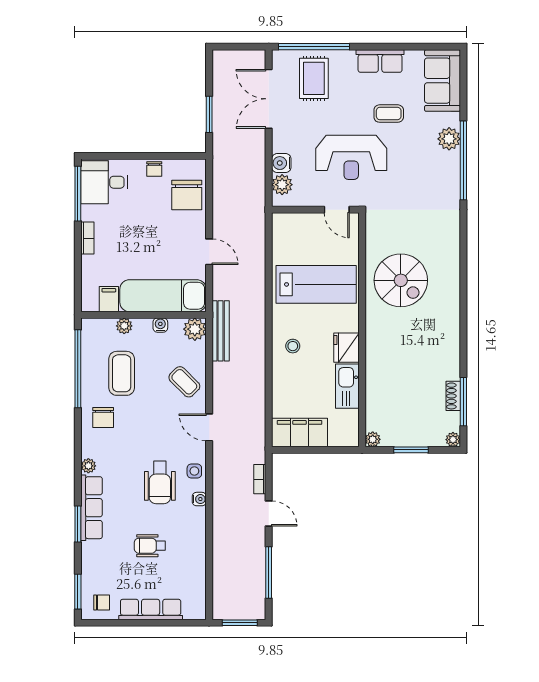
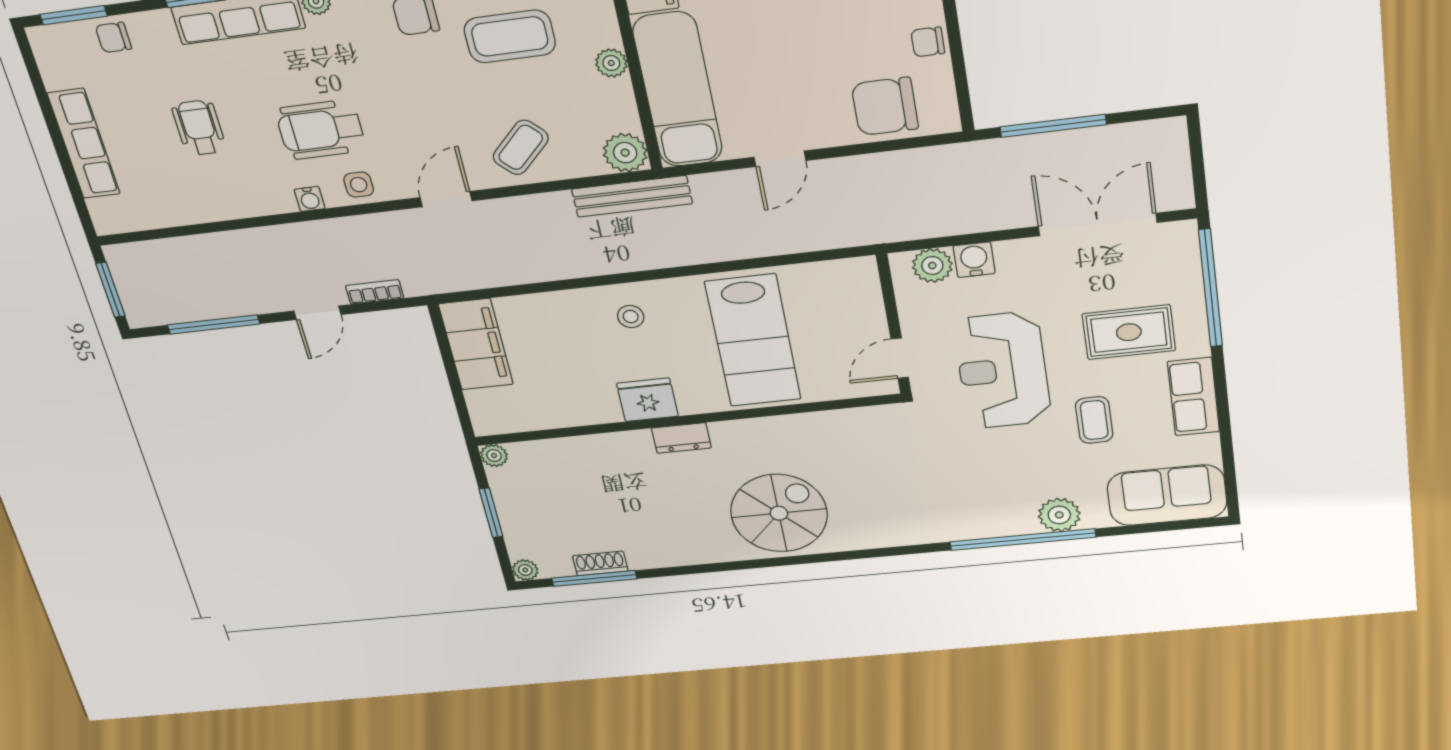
rug: (314, 78) -> (1129, 332), moved
window: (209, 114) -> (1053, 126), width x1.44
spiral stairs: (401, 280) -> (779, 513), moved, turned 180
water cooler: (160, 325) -> (620, 92), removed
plant: (124, 326) -> (611, 63), moved
dresser: (374, 334) -> (681, 438), added
kitchen sink: (347, 386) -> (578, 408), removed
chair: (102, 602) -> (113, 37), moved, turned 90

